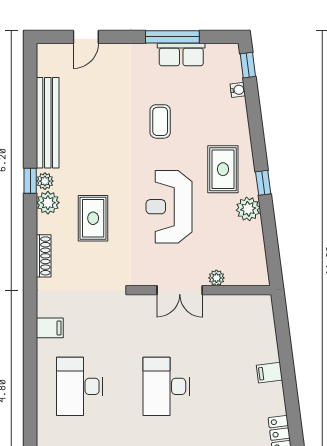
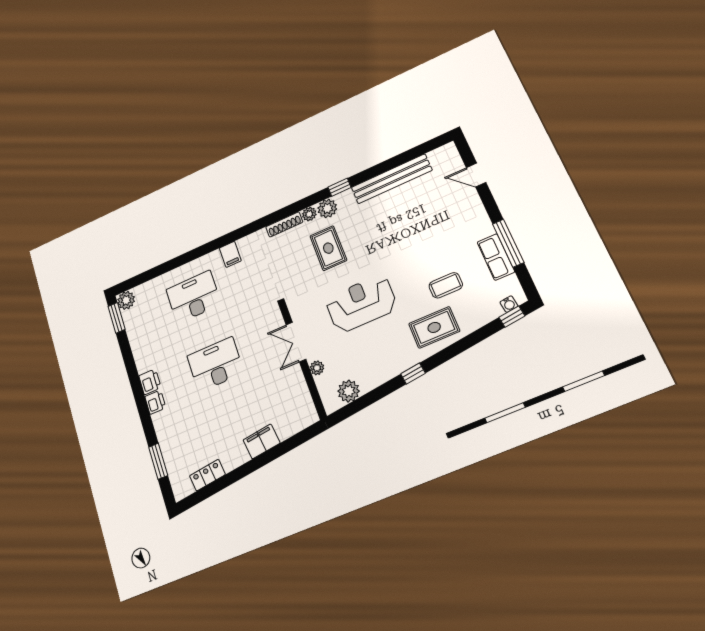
water cooler: (238, 90) -> (509, 304), moved
coffee table: (160, 121) -> (446, 285), moved
rug: (223, 169) -> (434, 327), moved
plant: (45, 181) -> (309, 214), moved
plant: (248, 209) -> (349, 391), moved
rug: (93, 218) -> (328, 248), turned 90
filing cabinet: (269, 373) -> (262, 441), width x2.00

